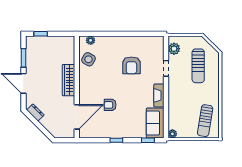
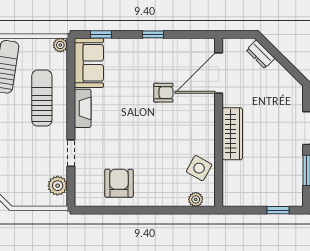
armchair: (131, 65) -> (119, 183), moved
sun lounger: (198, 66) -> (42, 98), moved
dresser: (35, 112) -> (261, 54), moved

